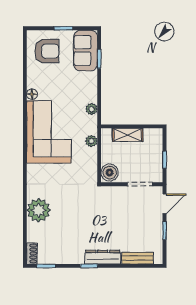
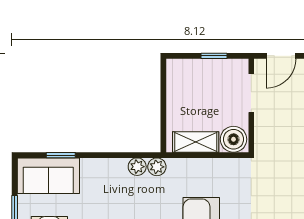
shelving: (128, 135) -> (196, 142), moved, turned 90
plant: (91, 141) -> (157, 167), moved
door: (165, 204) -> (281, 56), swing flipped

